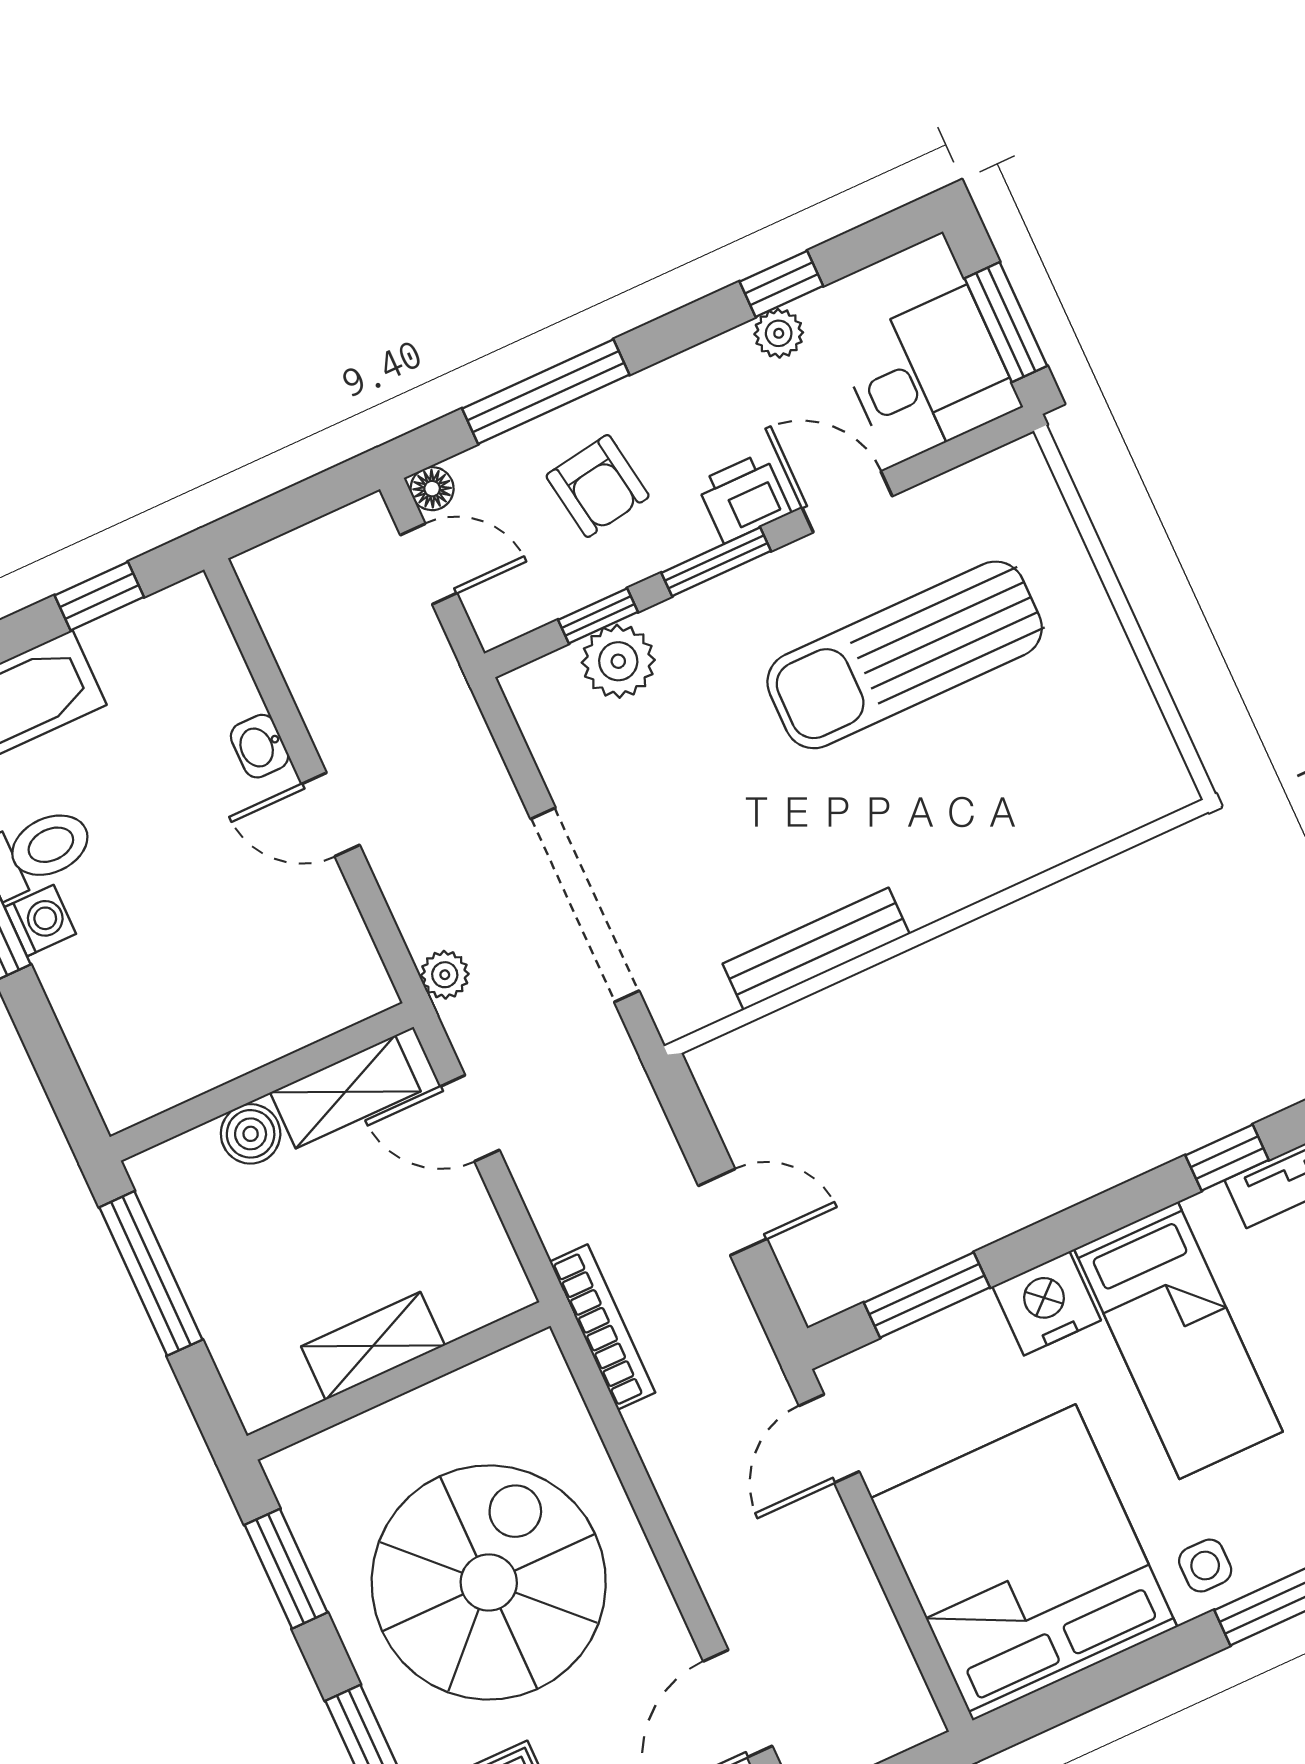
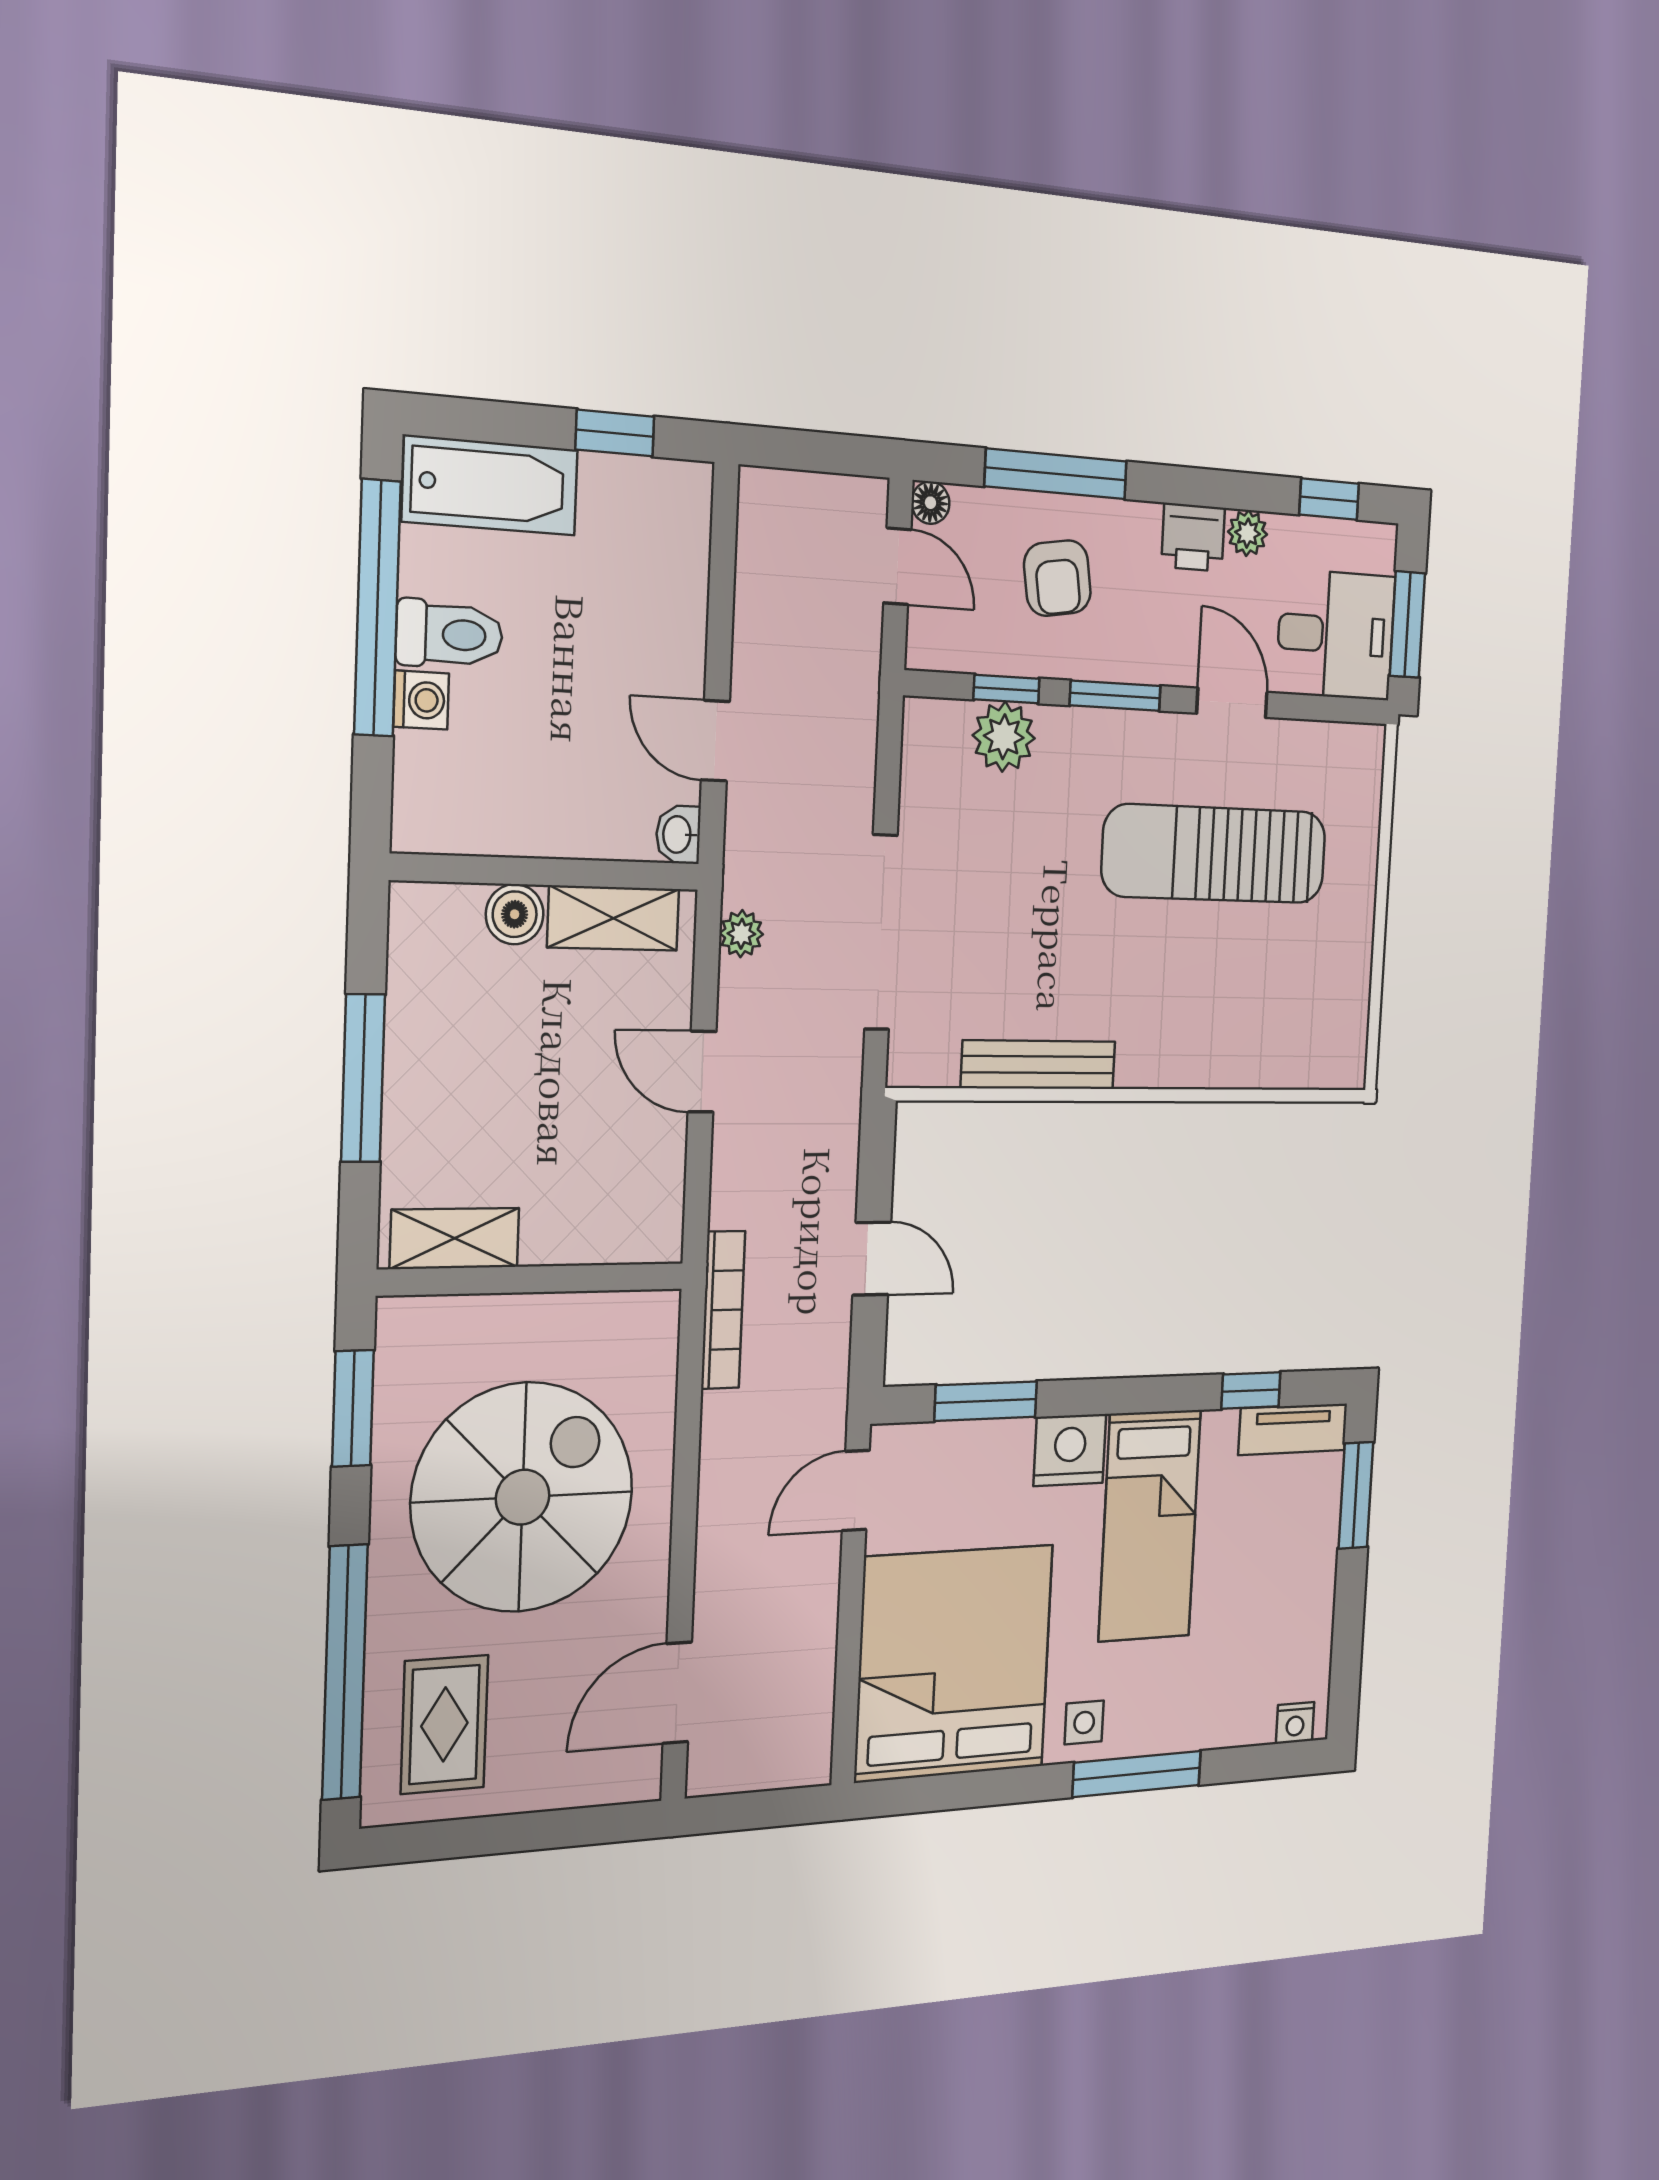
window: (781, 284) -> (1329, 499), moved
printer: (744, 498) -> (1193, 537), moved, turned 180
washbasin: (260, 746) -> (678, 835), moved
wall: (262, 1082) -> (547, 872), moved
shelving: (345, 1092) -> (613, 918), moved
boiler: (251, 1134) -> (515, 914), moved
shelving: (373, 1346) -> (455, 1238), moved

